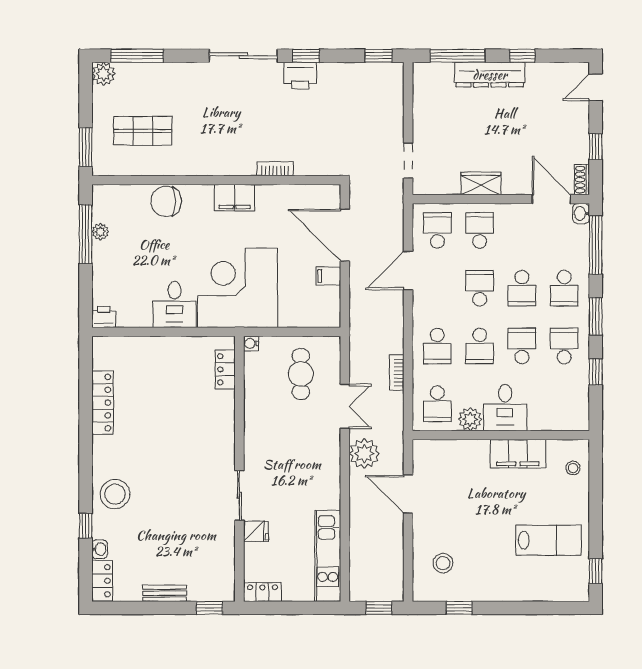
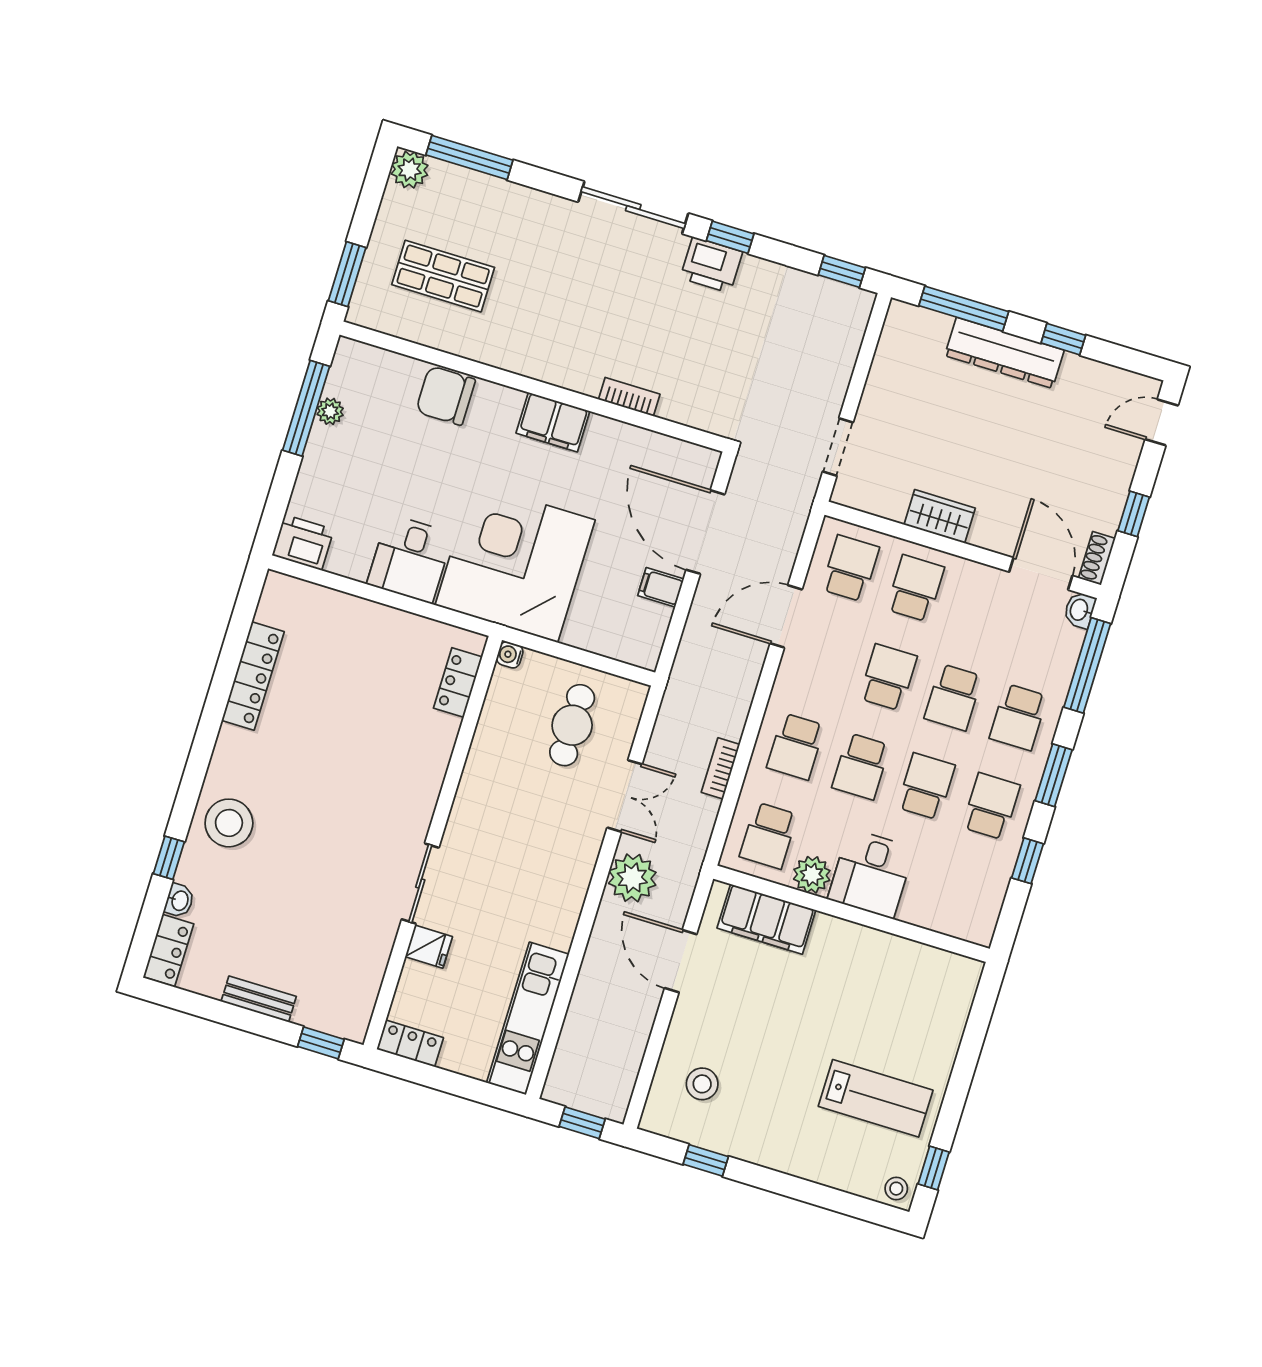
printer: (104, 317) -> (303, 542), width x1.36, depth x1.24
filing cabinet: (518, 454) -> (766, 919), moved
stool: (573, 468) -> (896, 1189), moved

